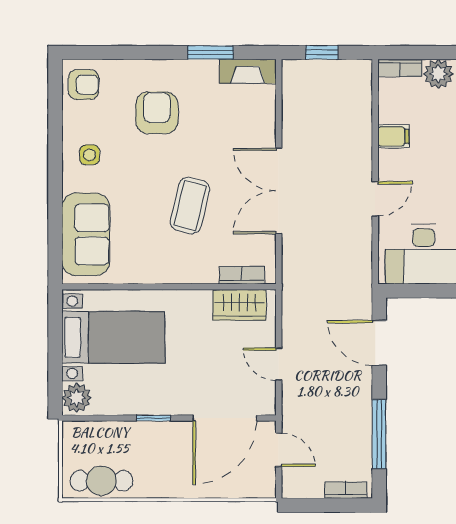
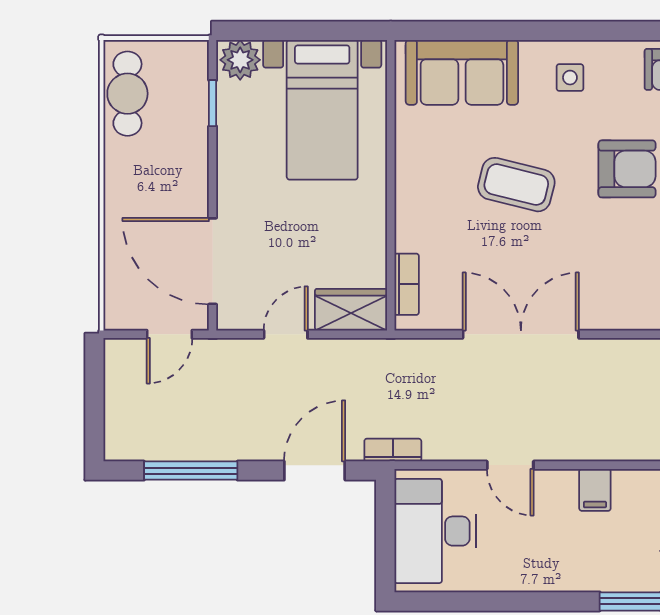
coffee table: (190, 206) -> (516, 185), moved
wardrobe: (239, 305) -> (351, 310), moved, turned 90
window: (153, 418) -> (213, 103), moved
bookcase: (346, 490) -> (393, 450), moved, turned -90

